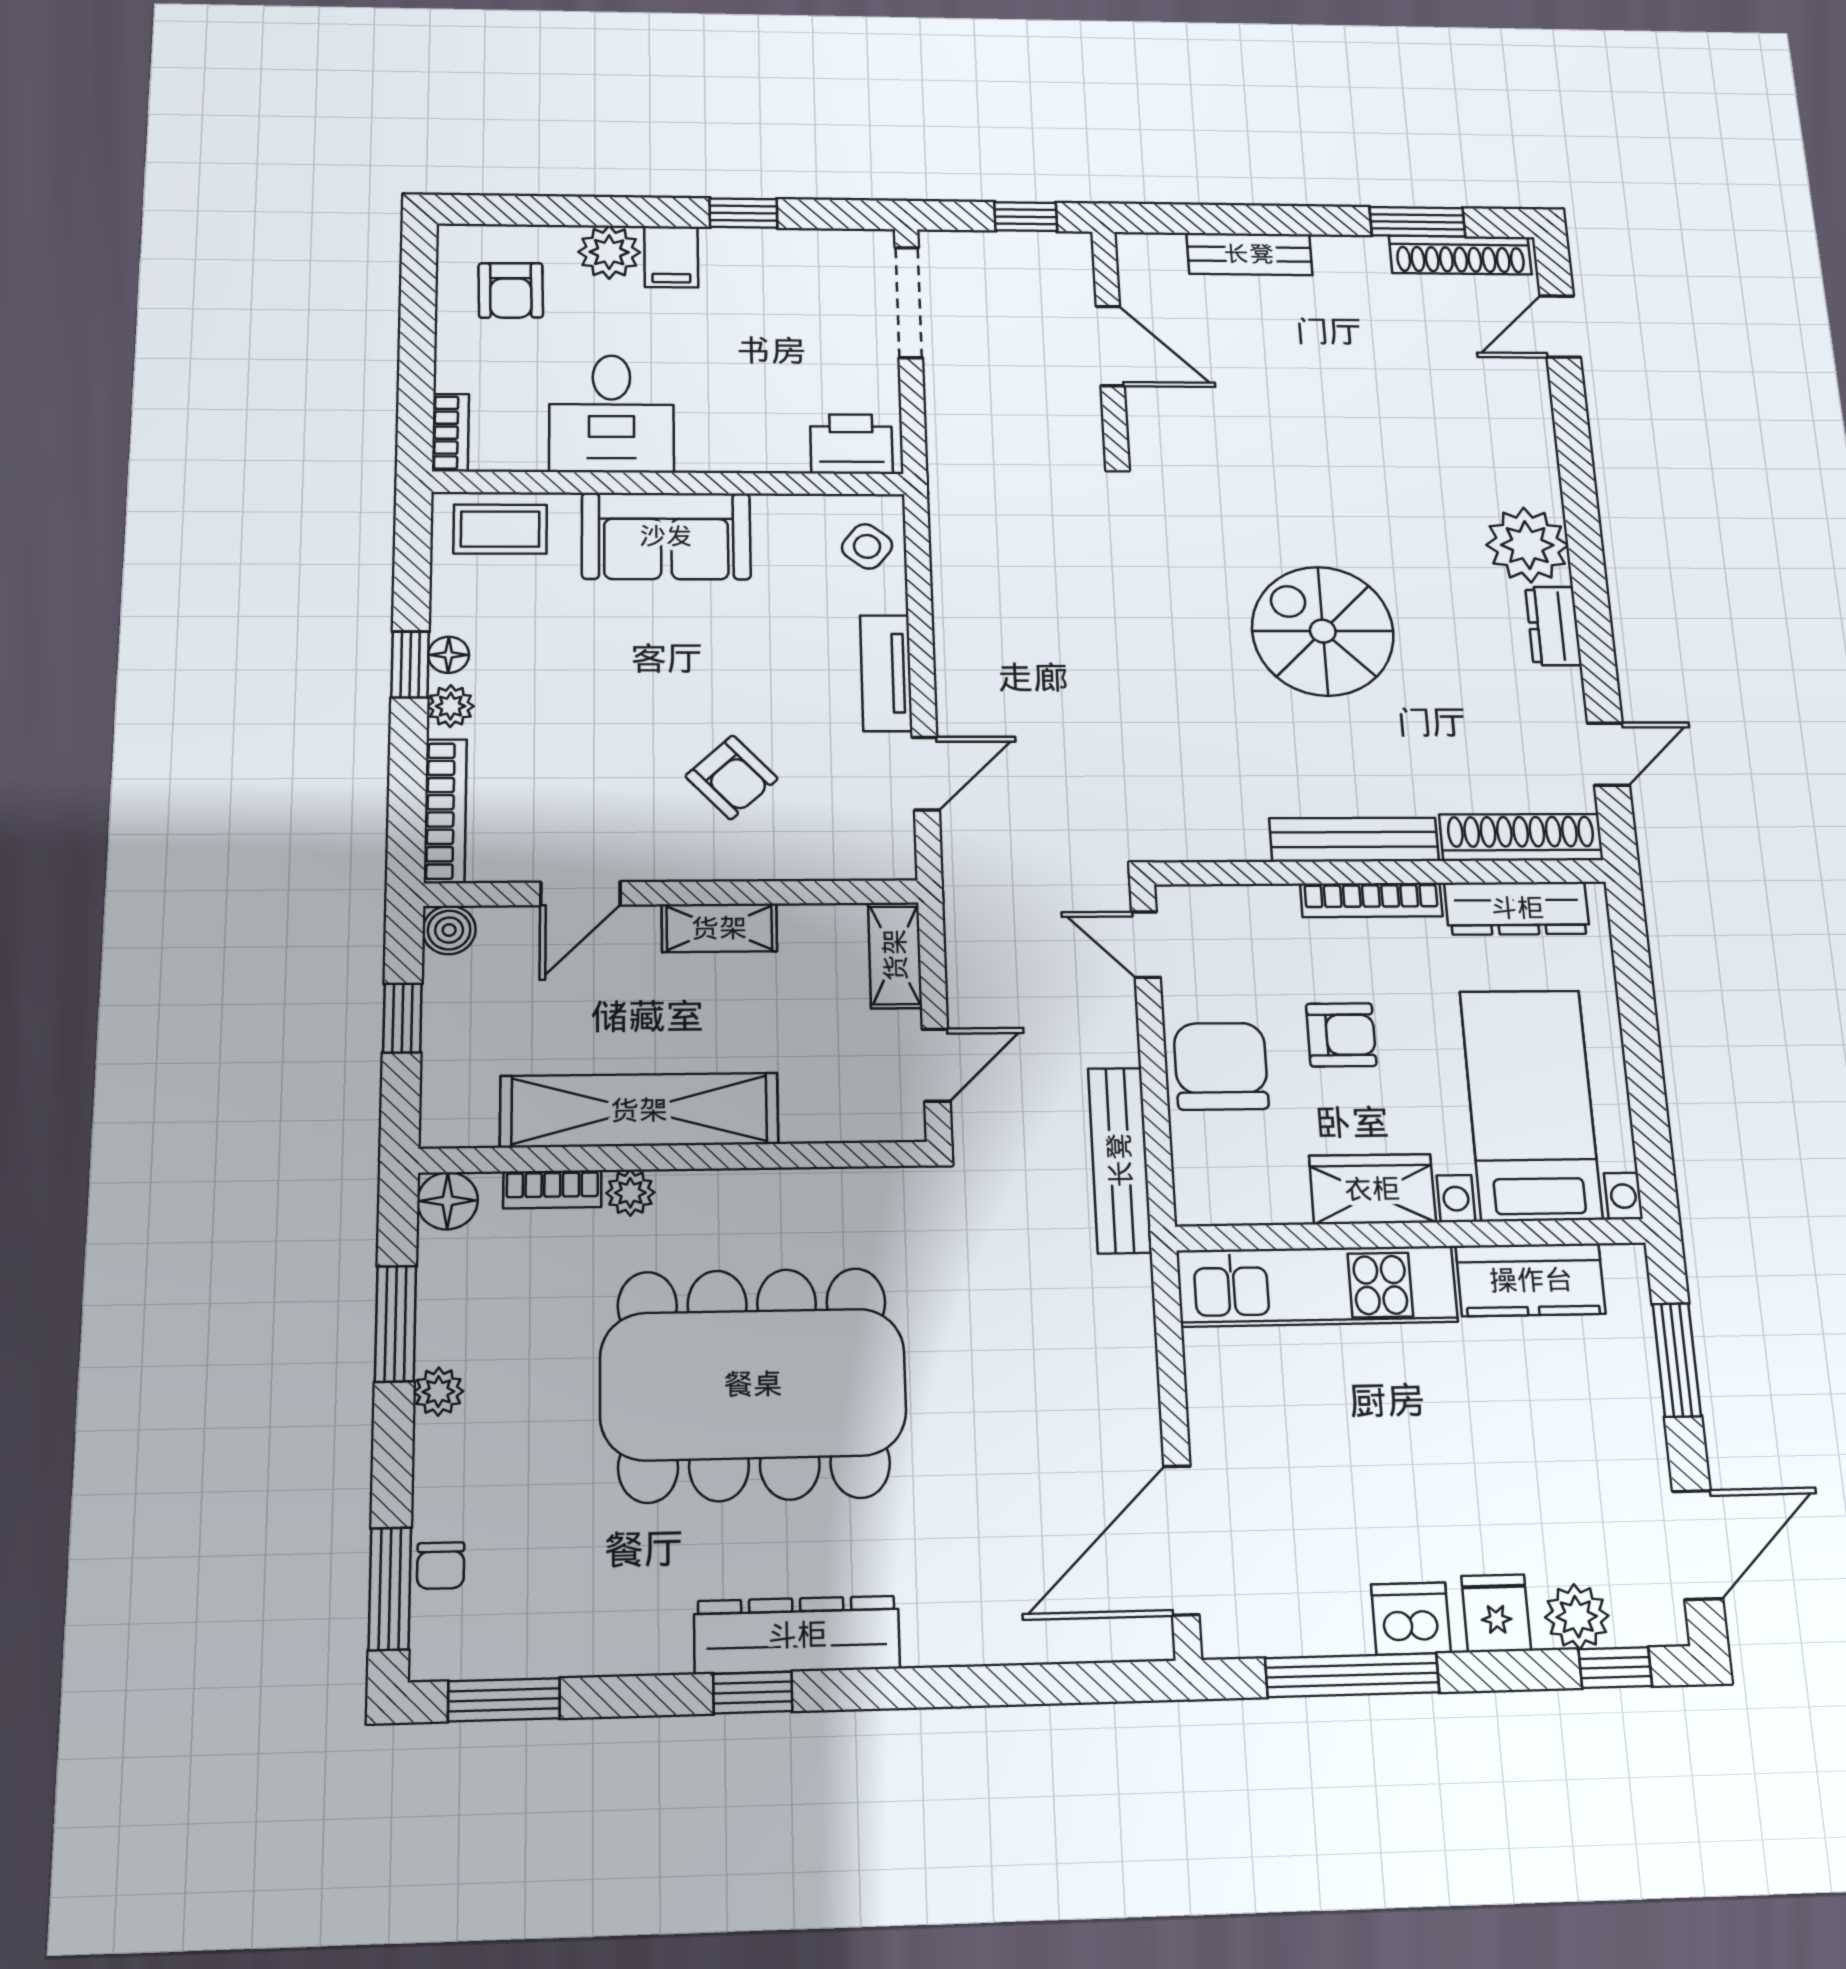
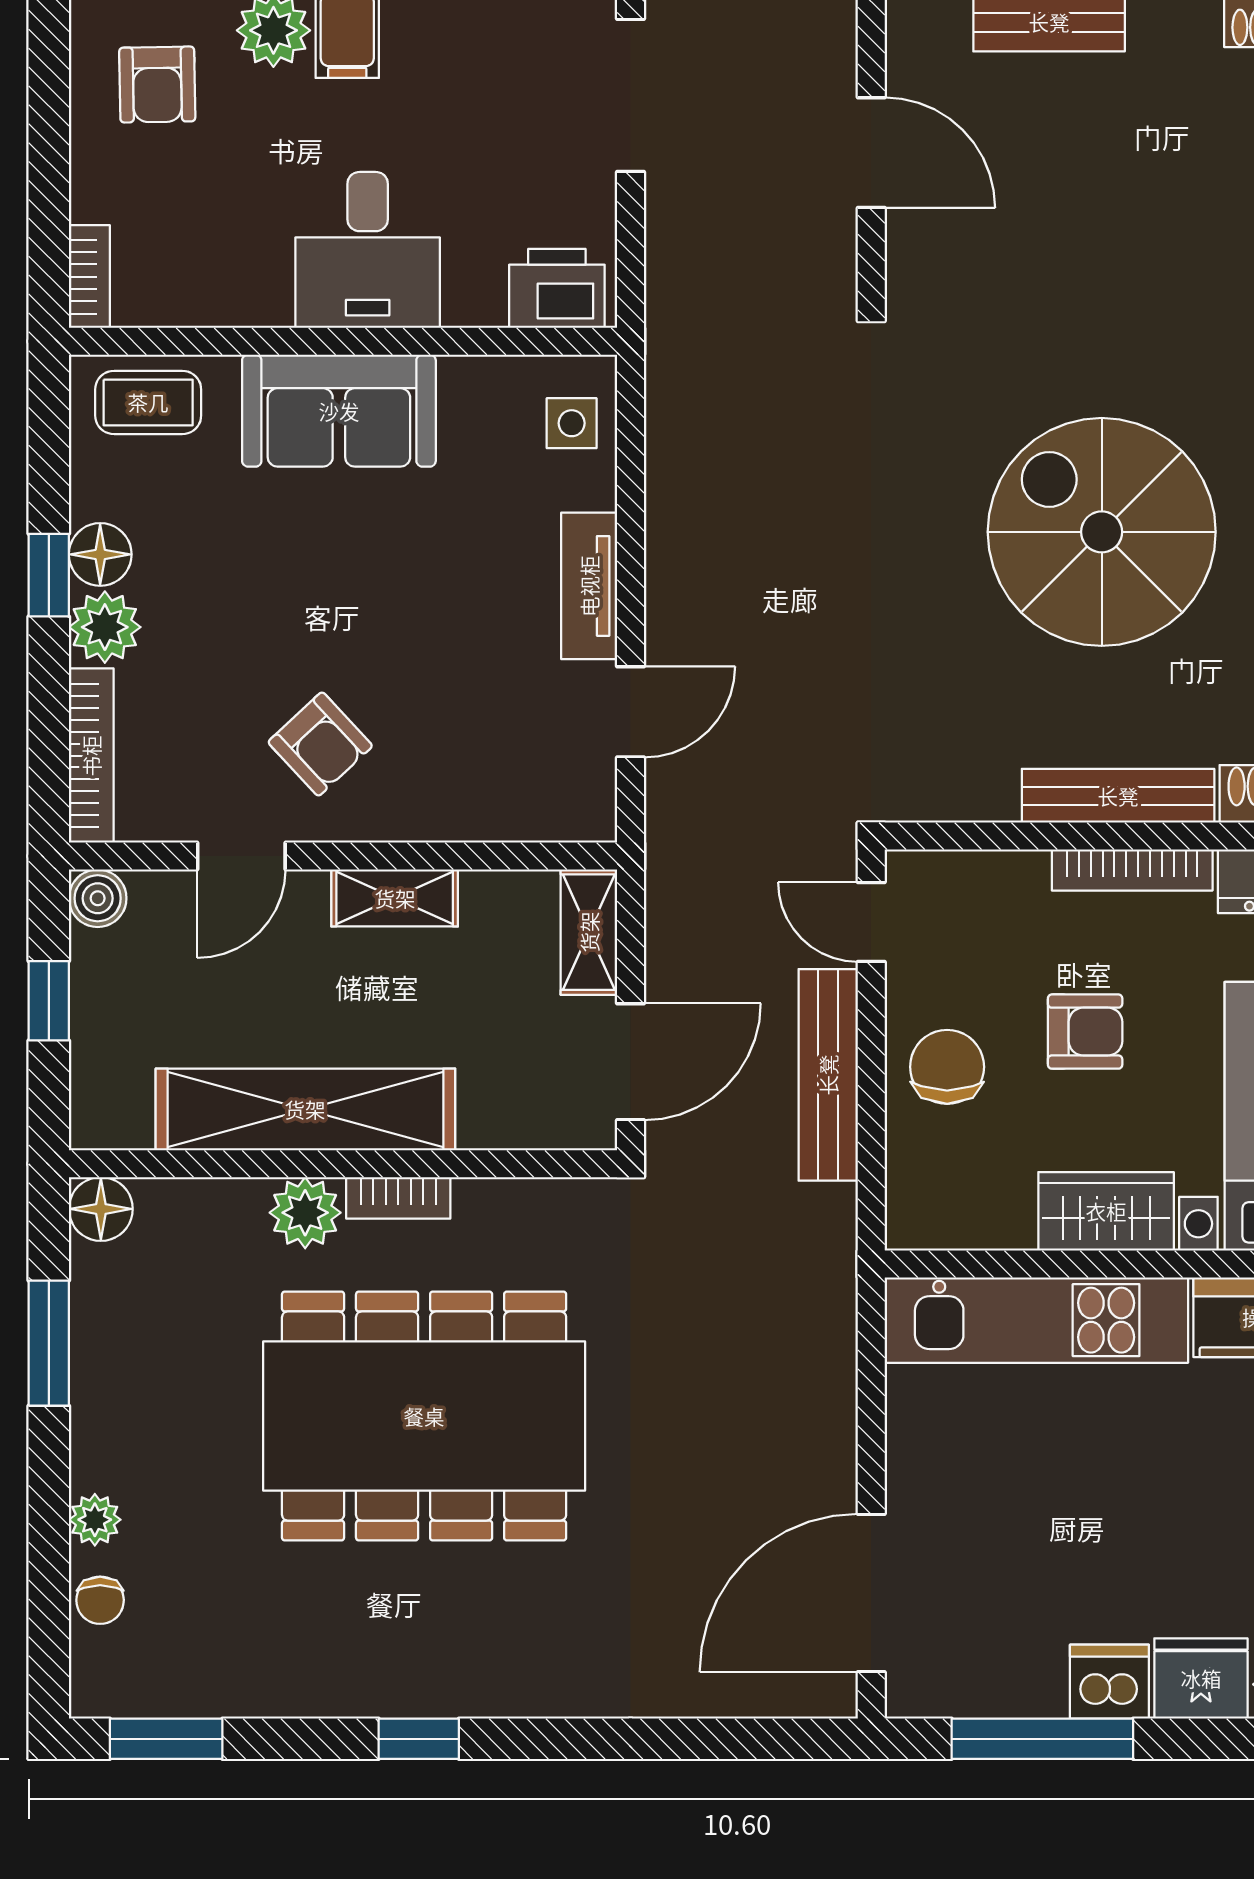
desk: (611, 414) -> (368, 250), moved
side table: (867, 546) -> (572, 423), turned -38
spiral stairs: (1323, 631) -> (1102, 532), width x1.37, depth x1.37
floor lamp: (449, 655) -> (100, 554), width x1.37, depth x1.37
plant: (451, 706) -> (105, 627), width x1.38, depth x1.38
armchair: (732, 777) -> (320, 744), moved
door: (936, 1065) -> (631, 1062), width x1.38
chair: (1221, 1066) -> (947, 1067), width x0.73, depth x0.73
bench: (1120, 1160) -> (828, 1075), moved
bookcase: (552, 1189) -> (398, 1198), moved
plant: (630, 1193) -> (305, 1213), width x1.38, depth x1.38
plant: (438, 1392) -> (95, 1520), moved
window: (390, 1589) -> (49, 1623), removed
fridge: (1496, 1613) -> (1201, 1678), width x1.38
dresser: (797, 1635) -> (465, 1681), removed

